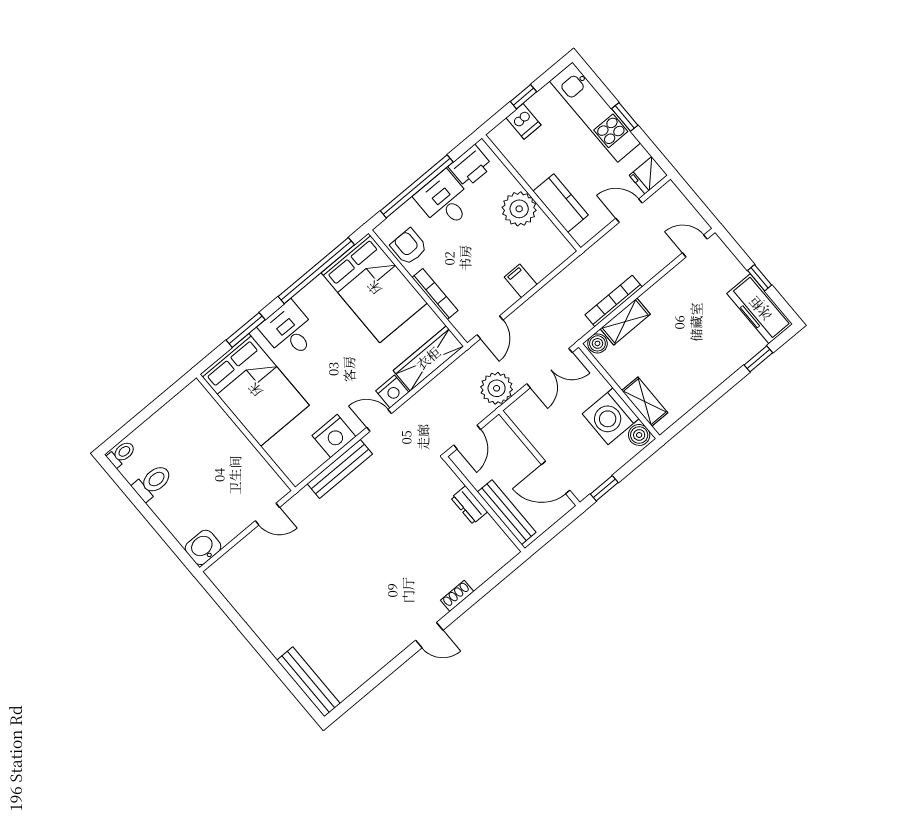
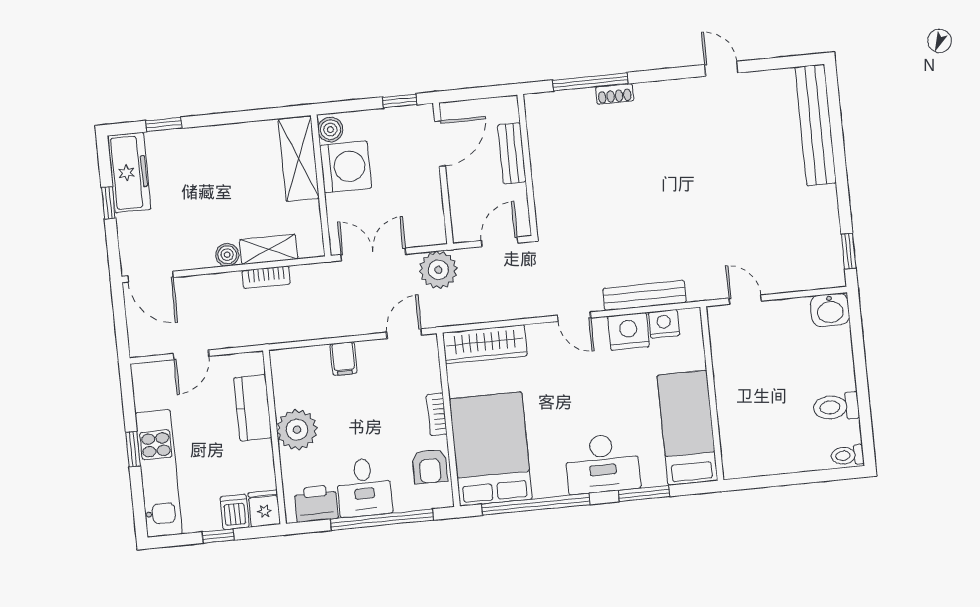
fridge: (648, 175) -> (264, 508), moved, turned -90
door: (629, 211) -> (191, 355), hinge flipped
door: (695, 246) -> (150, 277), width x1.38
bookcase: (435, 294) -> (437, 414), width x0.64
bookcase: (614, 301) -> (266, 277), width x0.64
desk: (289, 331) -> (602, 464), width x1.37
boiler: (597, 343) -> (227, 255), moved
bed: (255, 390) -> (687, 428), width x0.67
nightstand: (392, 392) -> (664, 324), moved
shelving: (645, 402) -> (299, 159), width x1.50, depth x1.33
door: (556, 478) -> (440, 144), hinge flipped
dresser: (469, 505) -> (542, 174), removed
bench: (507, 512) -> (512, 153), width x0.73
window: (480, 593) -> (590, 82), added
window: (218, 597) -> (849, 251), added
door: (429, 635) -> (721, 69), moved
bench: (309, 682) -> (816, 125), width x1.37, depth x1.21

